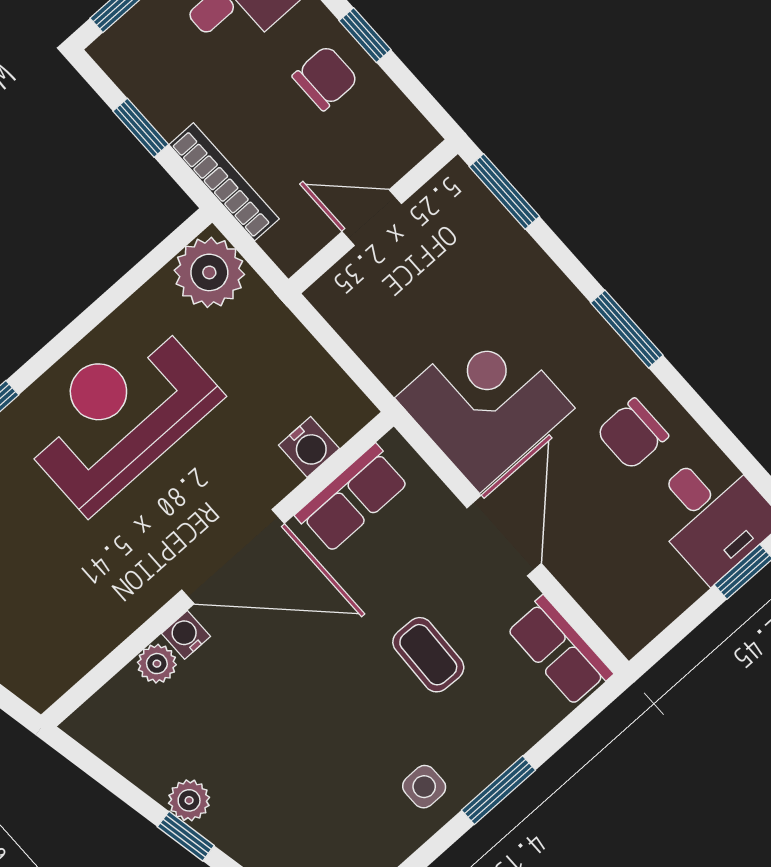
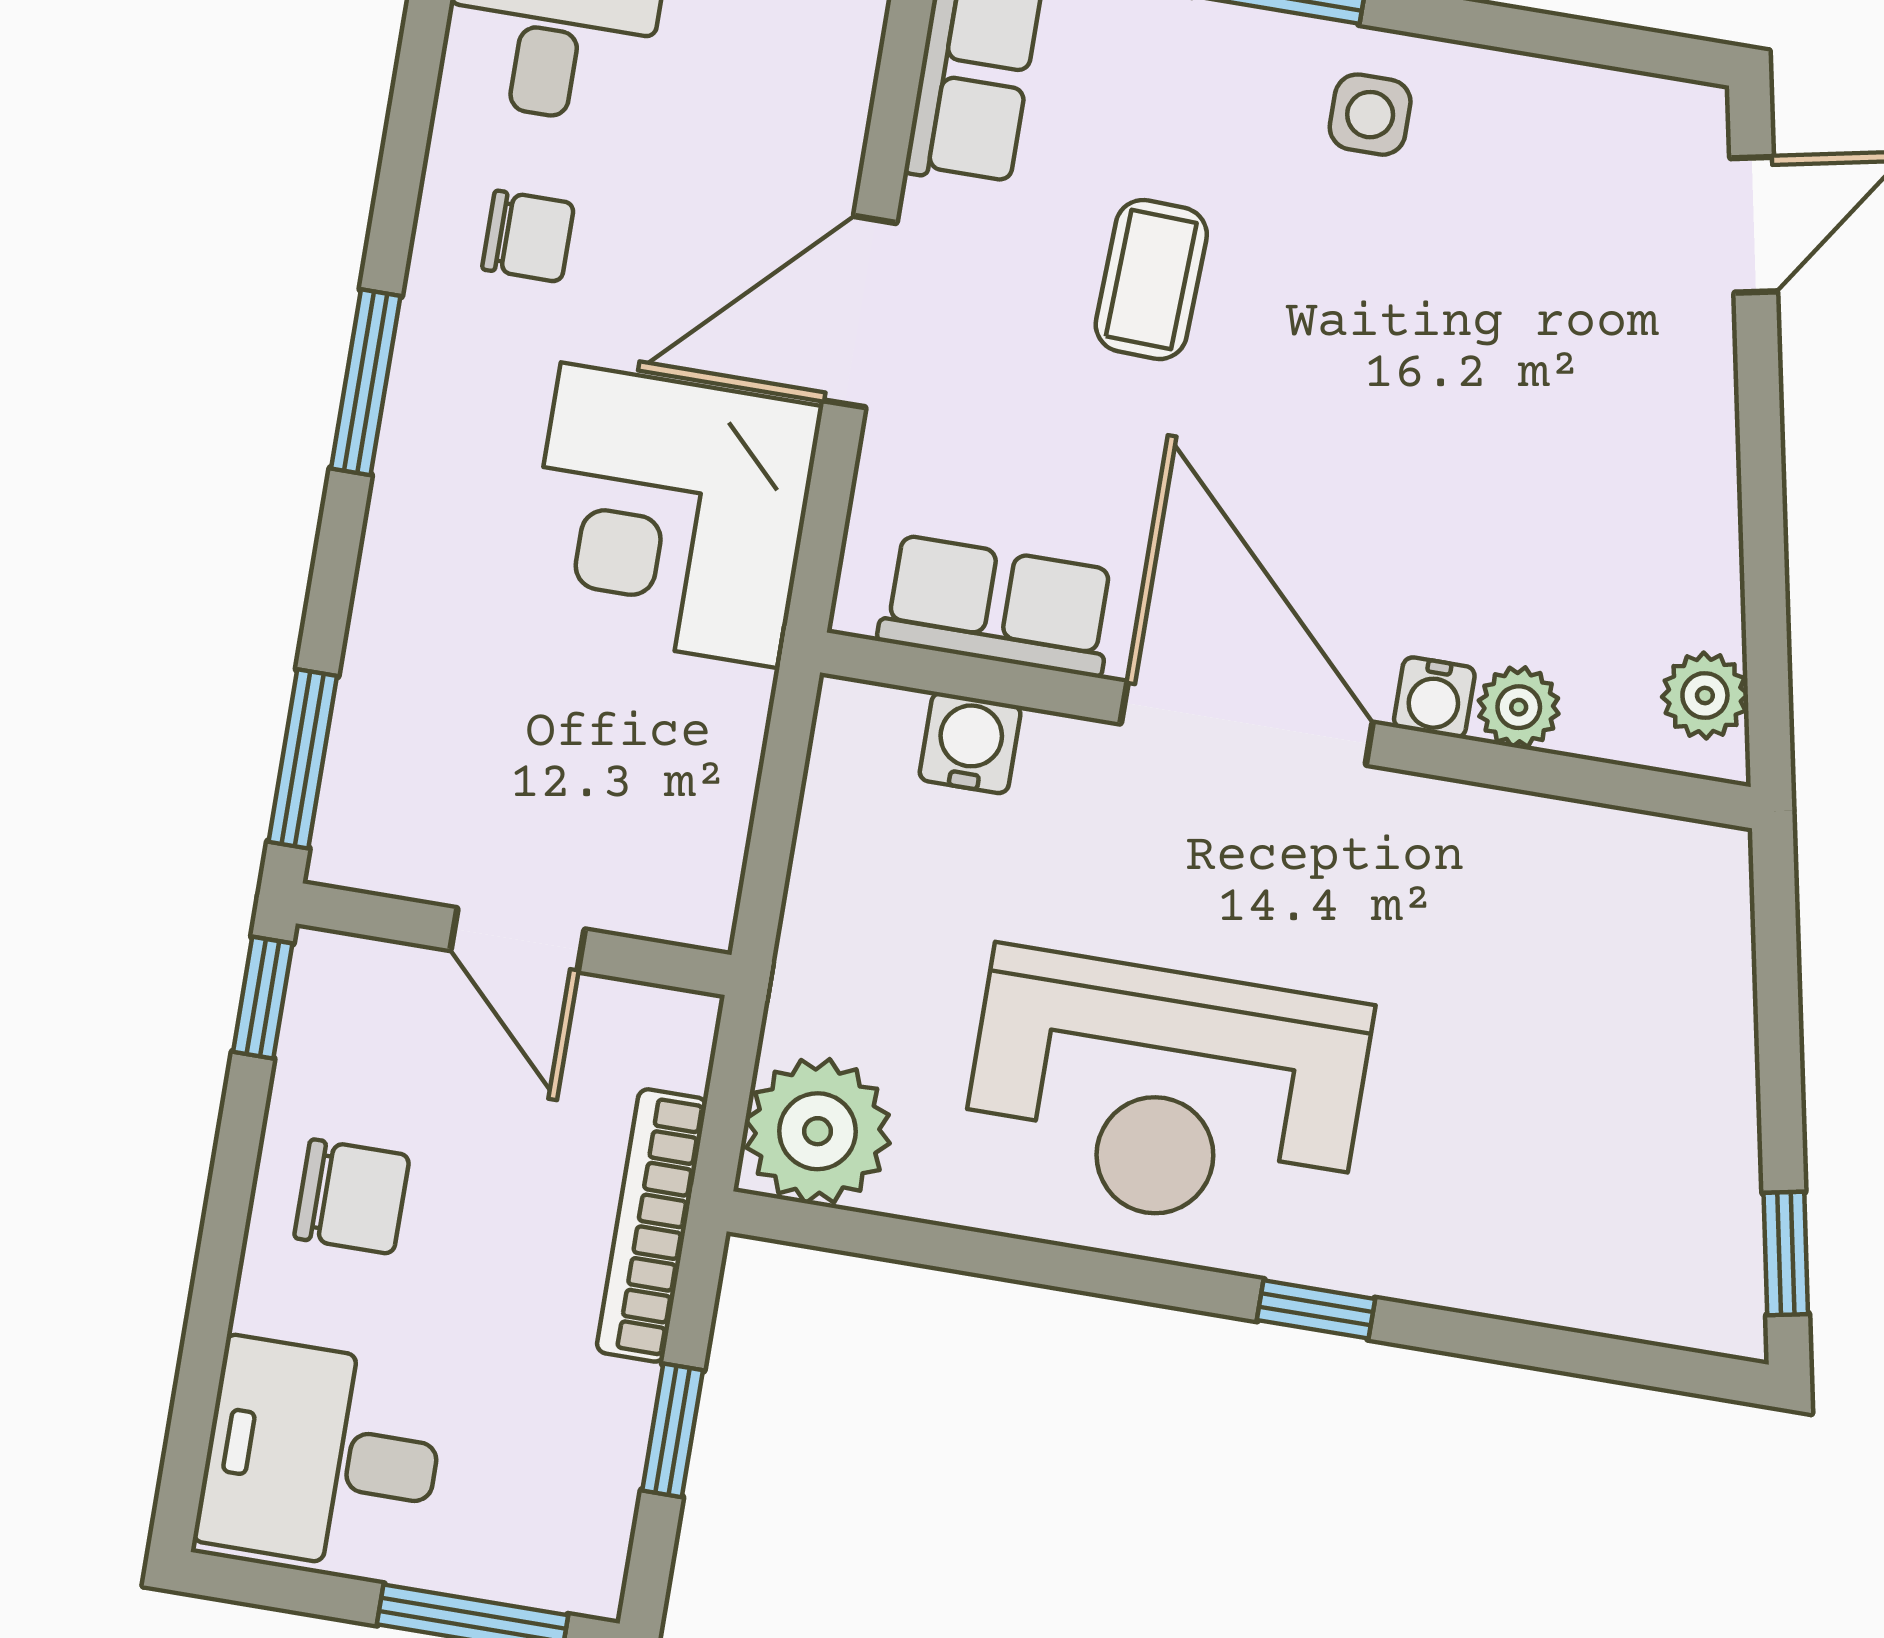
window: (365, 35) -> (263, 998), moved
chair: (325, 78) -> (352, 1197), turned 180
chair: (633, 434) -> (528, 236), width x0.73, depth x0.73
plant: (189, 800) -> (1705, 696), moved
window: (186, 836) -> (1760, 436), removed

